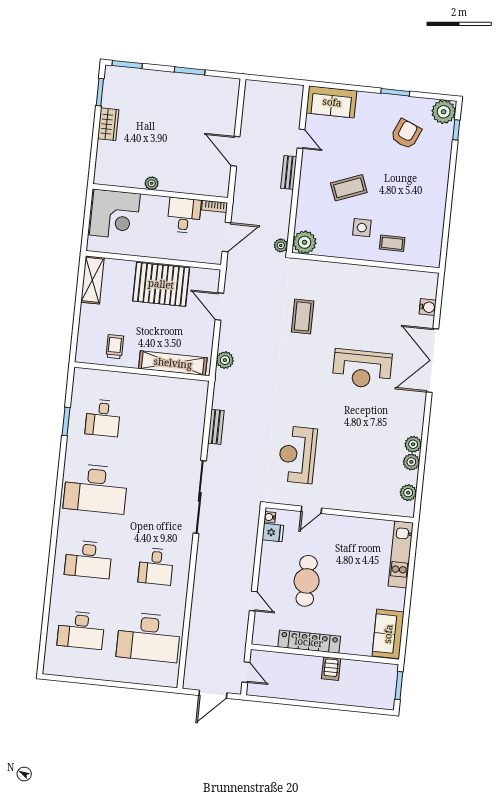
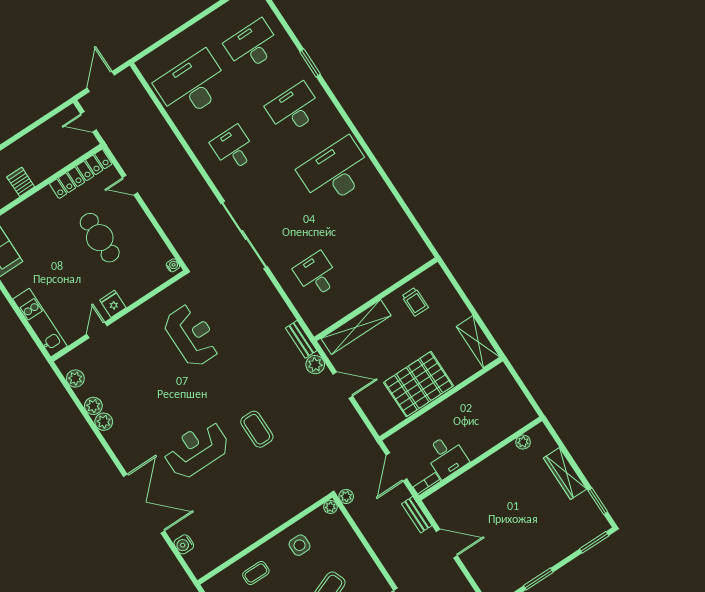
wardrobe: (108, 124) -> (565, 473), width x1.50
bench: (289, 172) -> (417, 515), moved
plant: (152, 183) -> (523, 442), moved
corner desk: (115, 214) -> (504, 411), removed
side table: (362, 228) -> (300, 545), moved
plant: (305, 242) -> (330, 507), width x0.53, depth x0.53
door: (219, 307) -> (343, 385), moved
coffee table: (303, 316) -> (257, 429), moved
desk: (103, 418) -> (316, 275), moved
window: (66, 421) -> (310, 63), moved
bench: (216, 427) -> (301, 339), moved
door: (311, 510) -> (97, 330), moved
fridge: (273, 533) -> (113, 304), moved, turned 90
locker: (309, 642) -> (81, 174), moved

